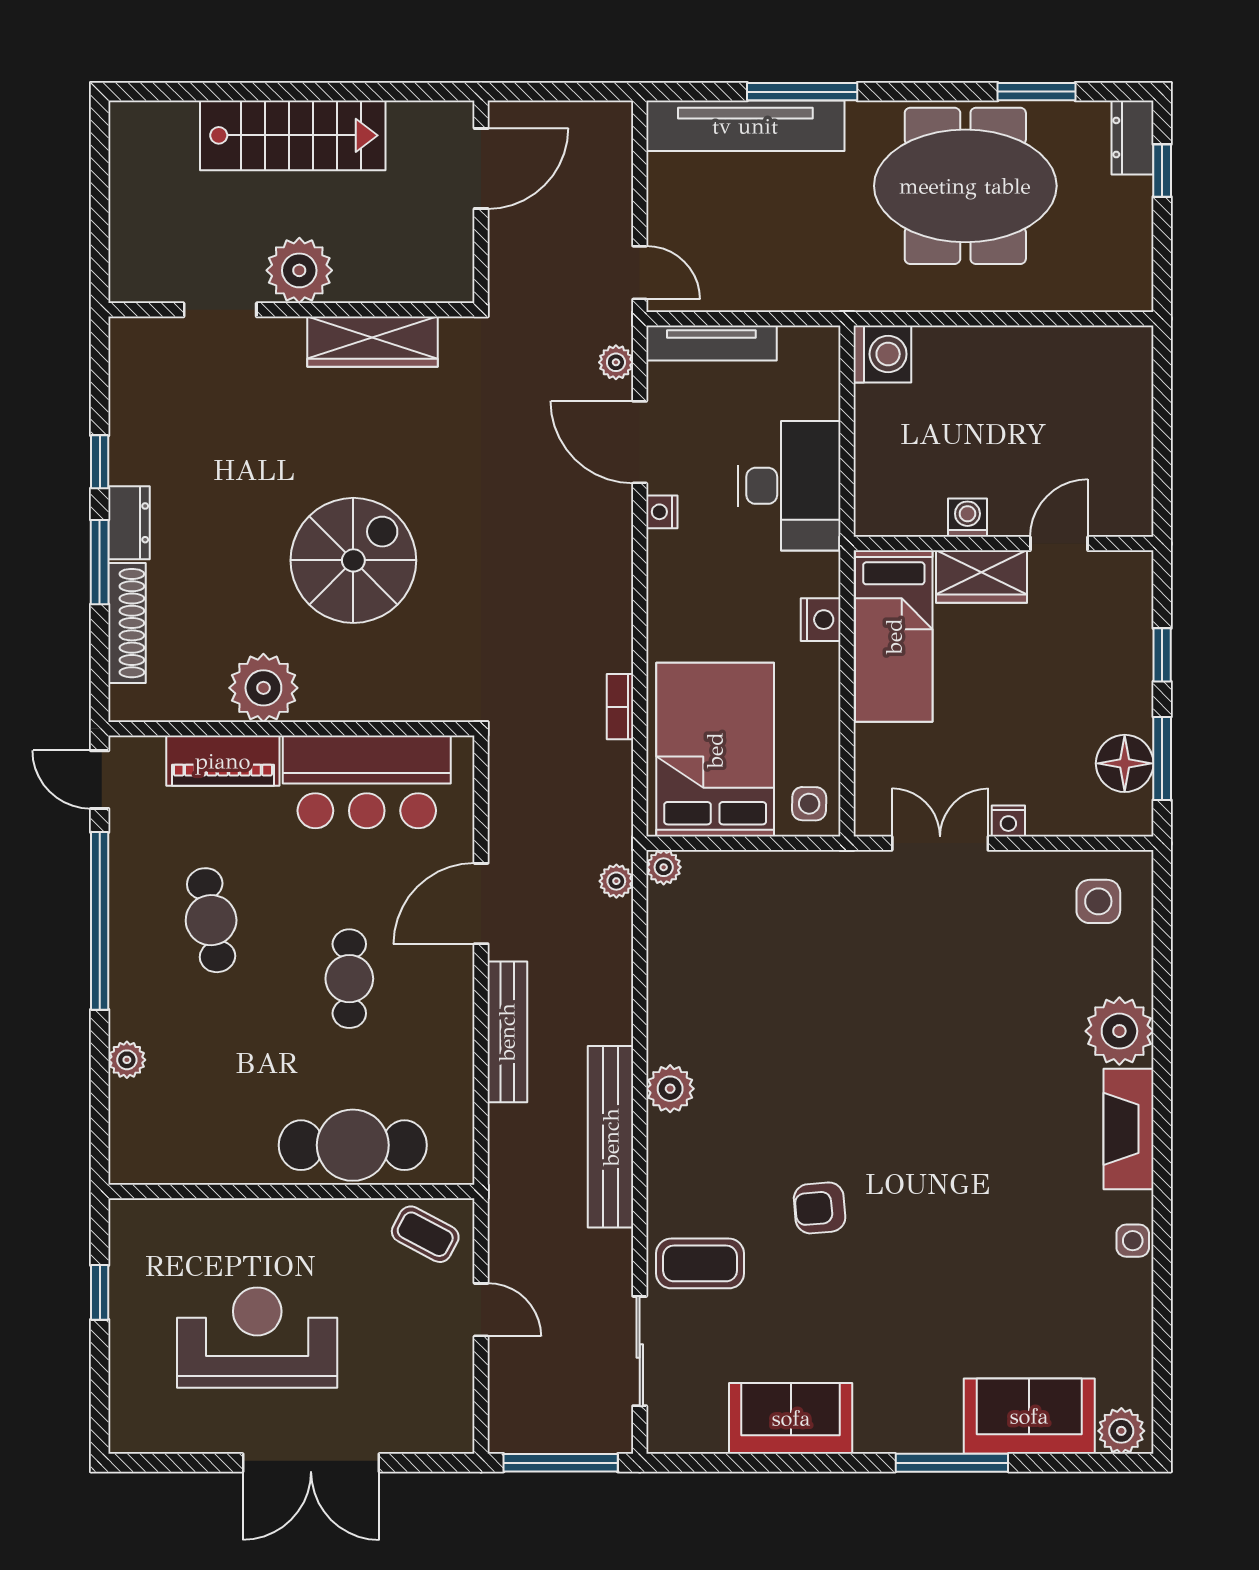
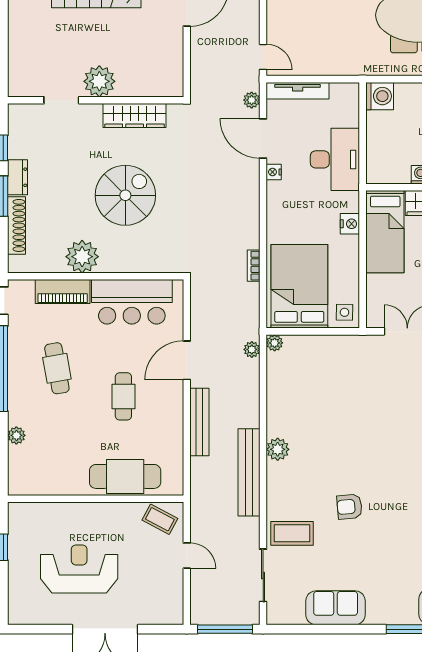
plant: (299, 270) -> (99, 81), moved
doorway: (220, 310) -> (61, 100), moved
wall: (291, 310) -> (96, 100), moved
wardrobe: (372, 342) -> (135, 116), moved

